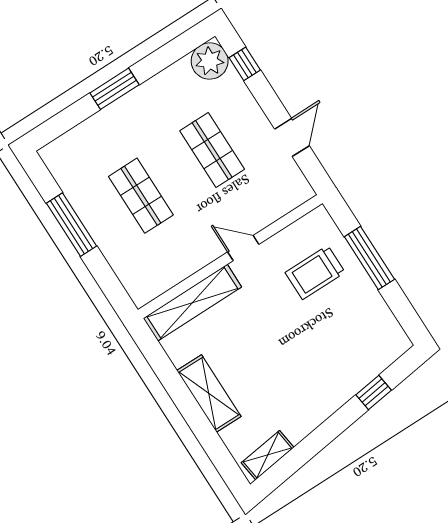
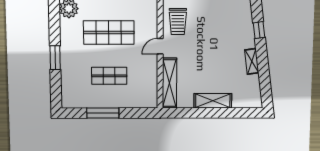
shop shelf: (212, 150) -> (109, 33), width x1.43, depth x1.36
trolley: (315, 272) -> (178, 22), moved
shelving: (268, 455) -> (252, 61), moved

